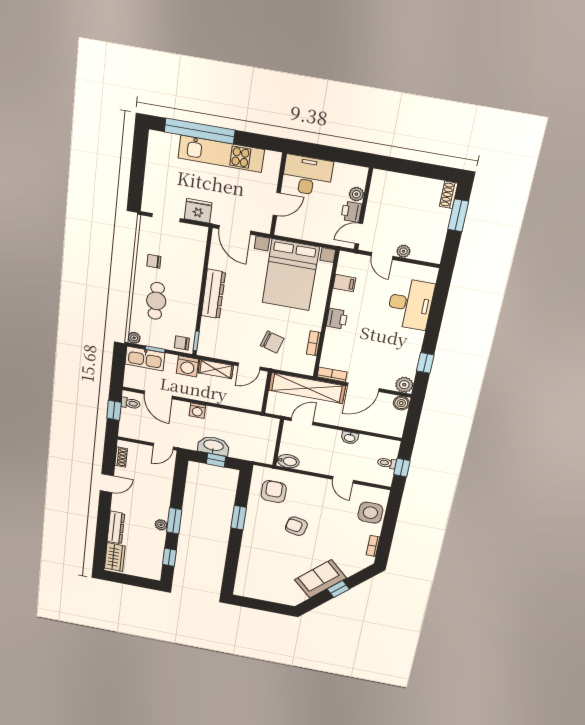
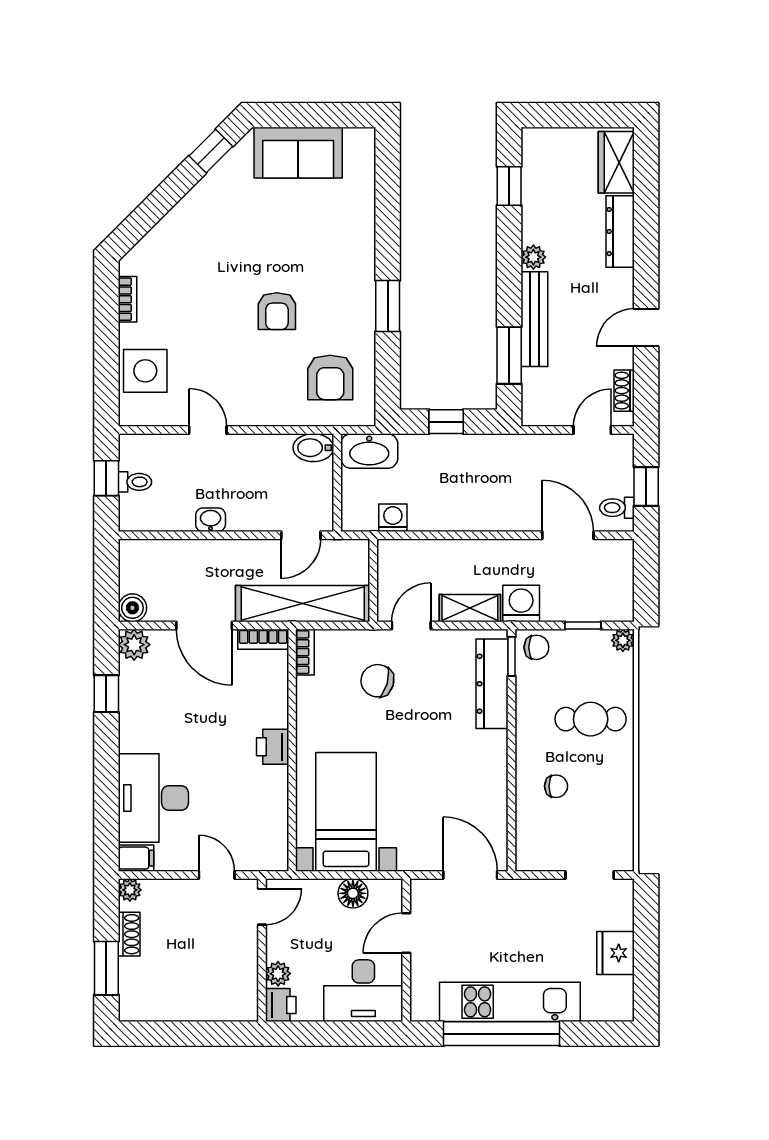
window: (200, 131) -> (501, 1034), moved
shoe rack: (449, 195) -> (129, 934), moved
fridge: (198, 211) -> (616, 953), moved, turned 90
printer: (352, 212) -> (281, 1005), moved
floor lamp: (304, 232) -> (353, 893), added
plant: (403, 251) -> (130, 890), moved
chair: (154, 261) -> (556, 786), moved
bed with nightstands: (291, 275) -> (346, 812), width x0.73
filing cabinet: (344, 283) -> (136, 858), moved, turned 180
dresser: (213, 294) -> (492, 684), moved
cafe table: (156, 301) -> (591, 719), turned 90
bookcase: (314, 343) -> (305, 652), moved
kitchen sink: (145, 359) -> (599, 603), removed
door: (363, 387) -> (204, 625), swing flipped
washing machine: (197, 411) -> (393, 518), moved
door: (163, 446) -> (592, 430), moved
washbasin: (213, 446) -> (369, 451), moved
bench: (164, 498) -> (534, 319), added
window: (174, 521) -> (509, 355), moved
armchair: (296, 526) -> (277, 311), turned 78
sofa: (321, 579) -> (298, 153), moved, turned 45
window: (338, 589) -> (211, 151), moved

